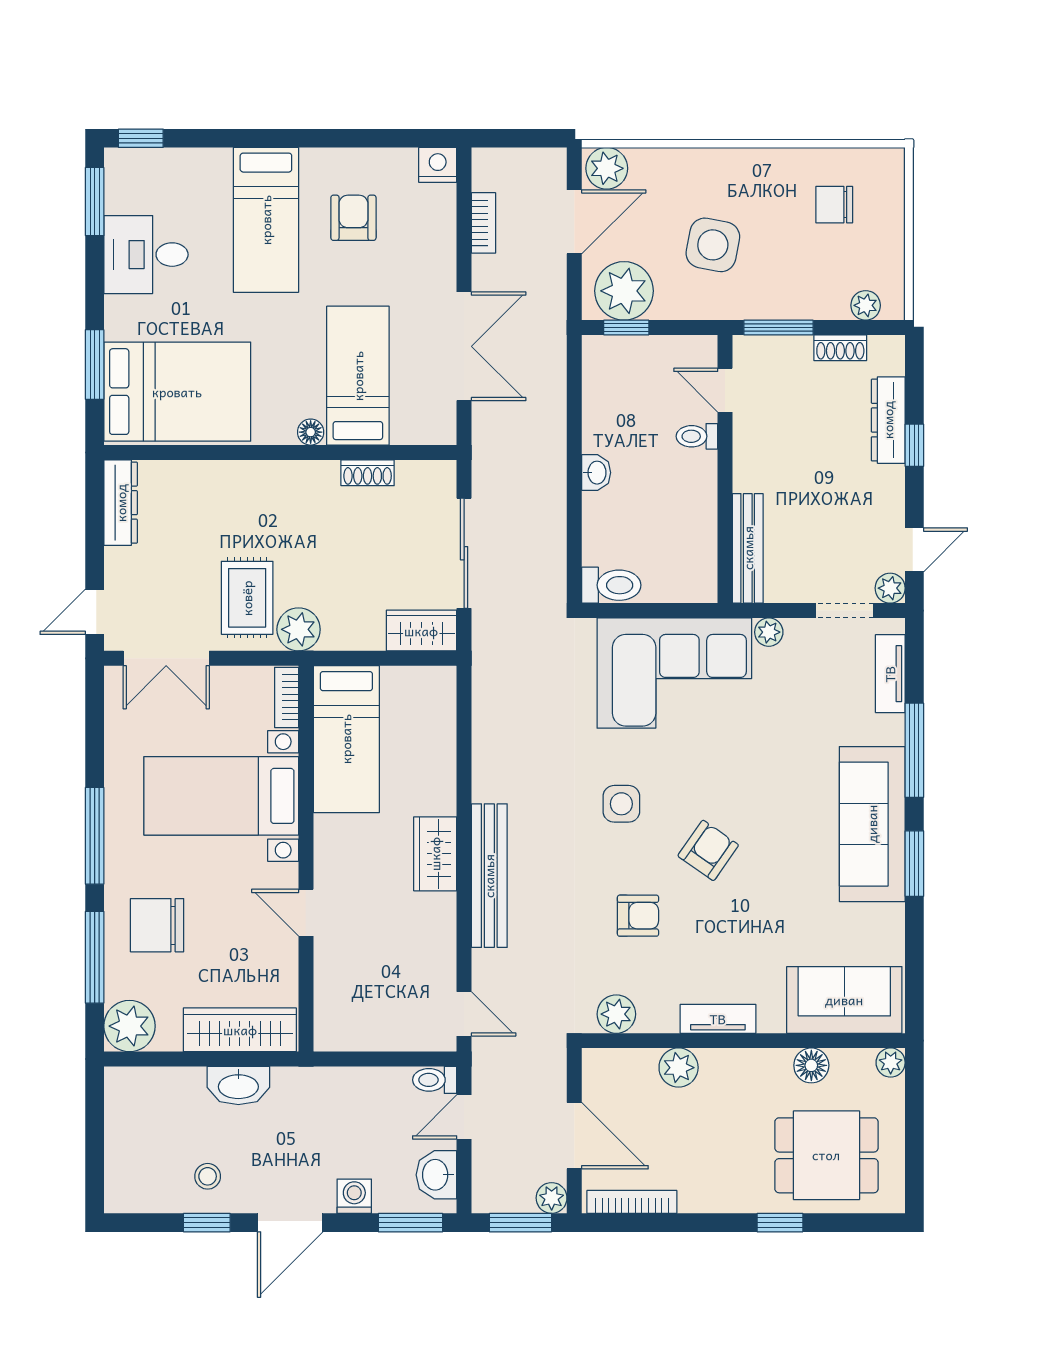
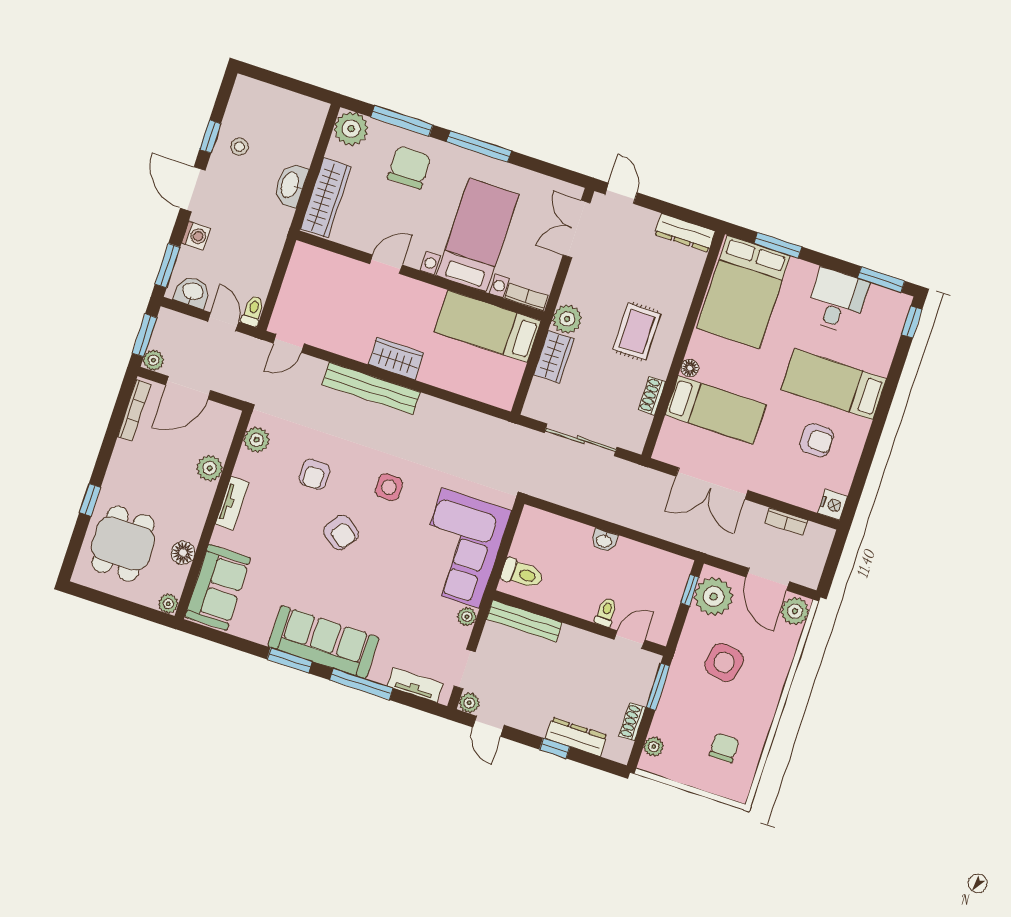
toilet: (611, 585) -> (522, 574), moved, turned -90
rug: (247, 598) -> (637, 332), moved, turned 90
wardrobe: (421, 631) -> (554, 357), moved

